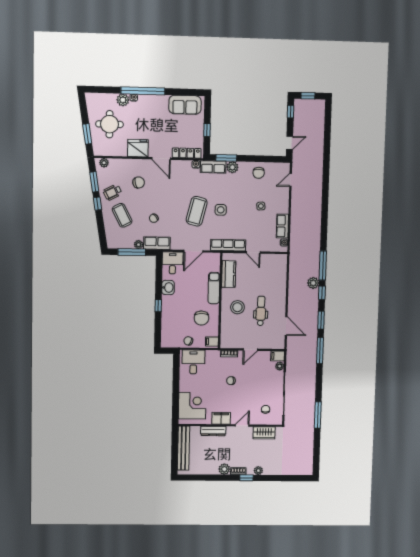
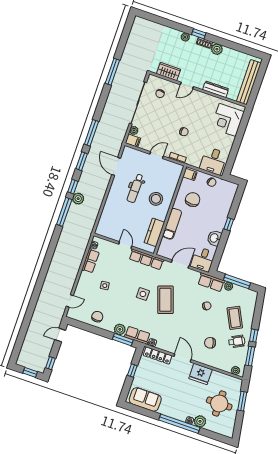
coffee table: (197, 211) -> (165, 300), turned -33
filing cabinet: (221, 418) -> (204, 99), removed

